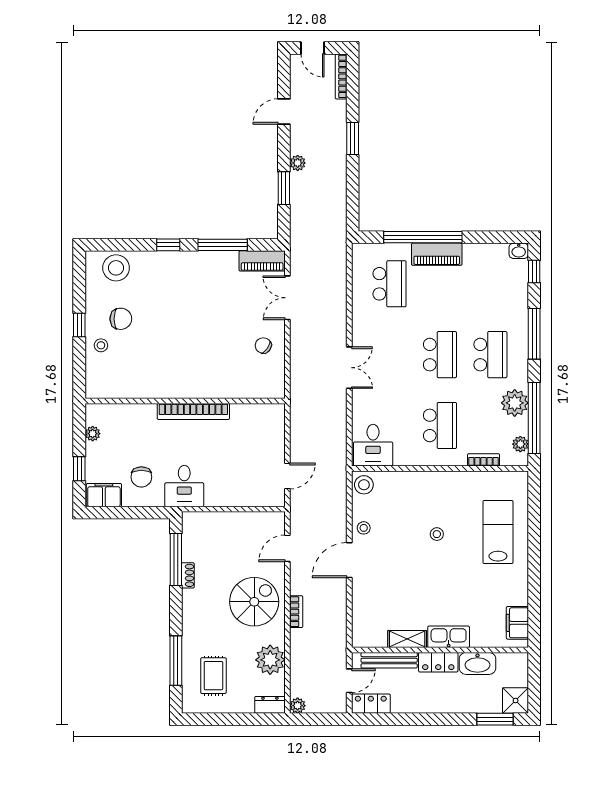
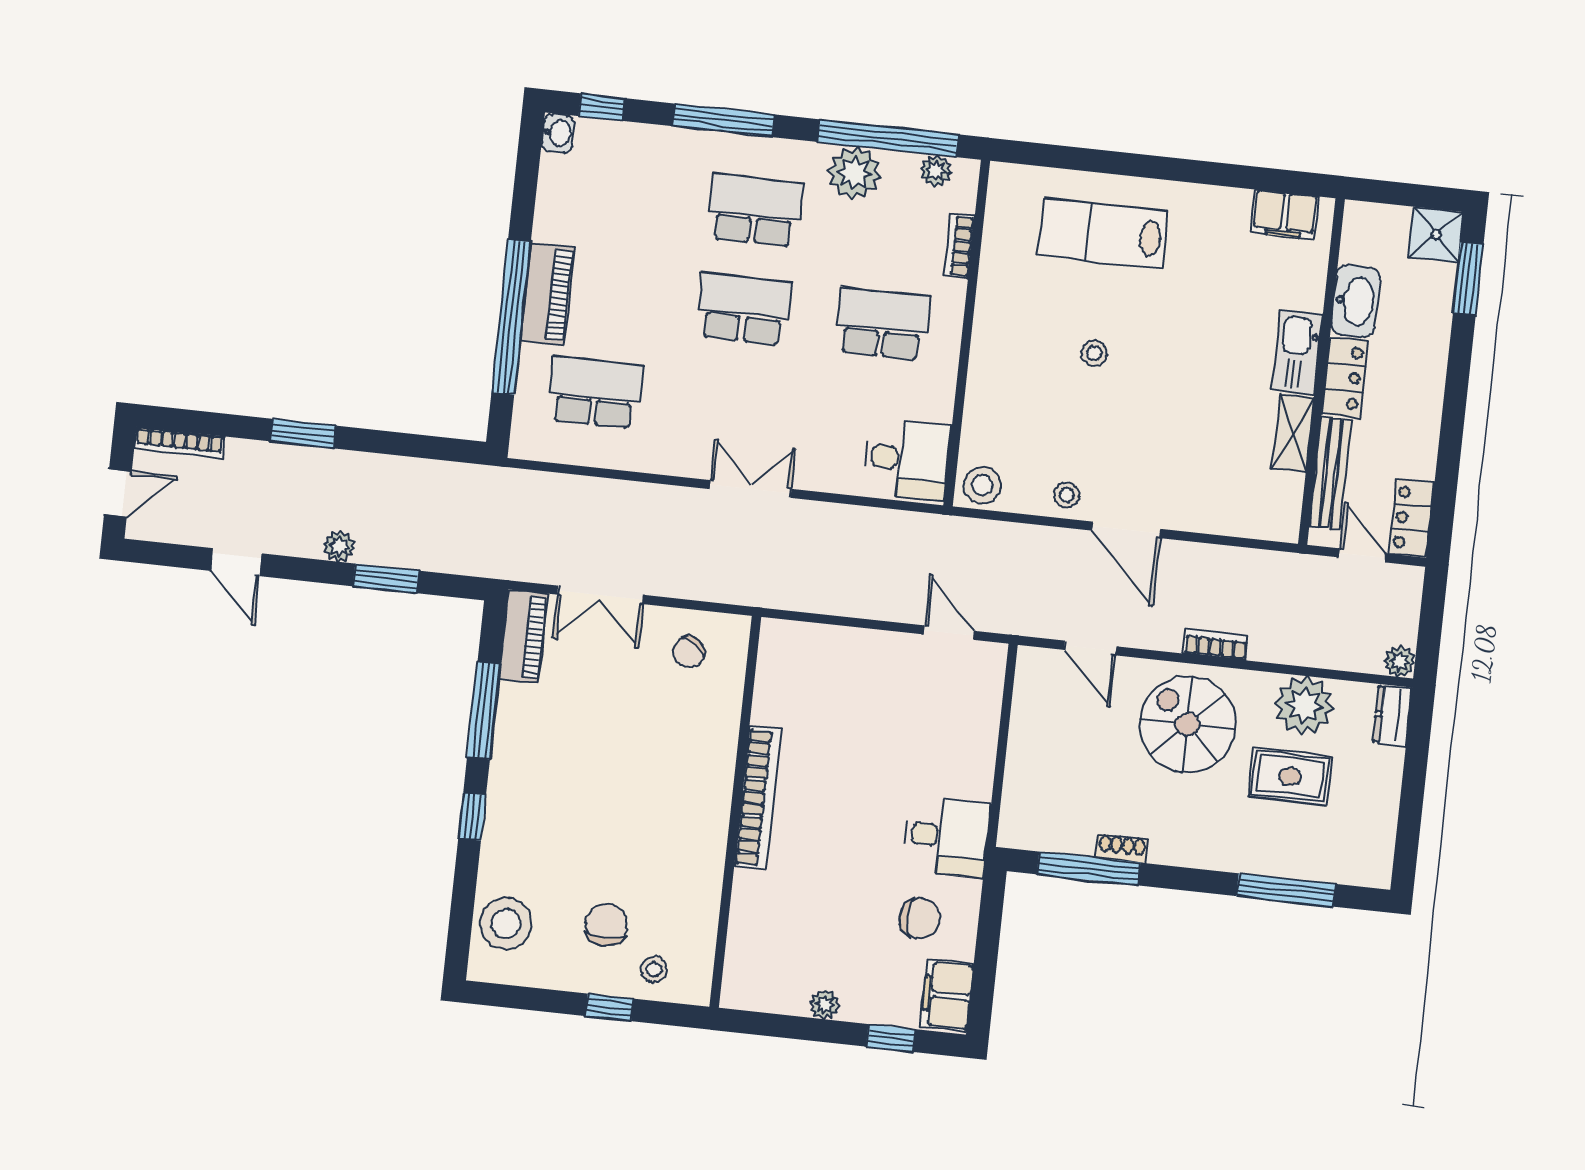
wall: (185, 401) -> (735, 812), moved
bookcase: (193, 411) -> (758, 798), moved
rug: (213, 676) -> (1290, 777), moved

